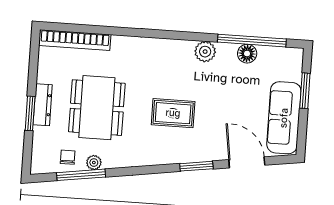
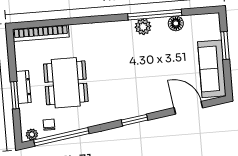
window: (252, 41) -> (155, 15), moved
rug: (173, 113) -> (125, 78), removed
plant: (94, 163) -> (32, 134), moved
window: (196, 166) -> (134, 120), moved
window: (81, 175) -> (61, 137), width x1.46

